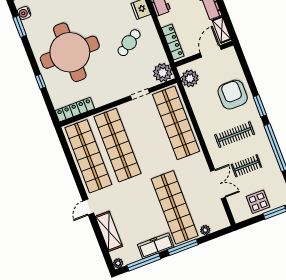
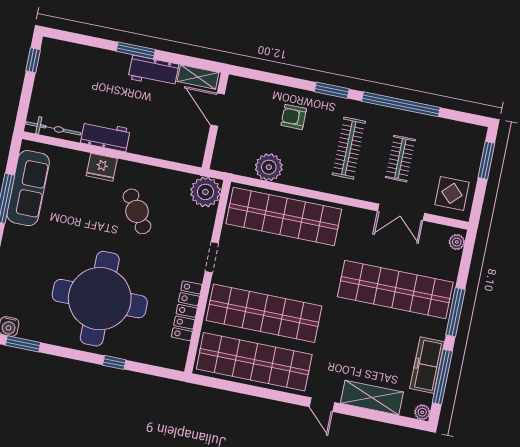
locker: (173, 42) -> (173, 152), removed
plant: (190, 78) -> (269, 167), moved
doorway: (140, 94) -> (212, 257), moved
armchair: (233, 95) -> (294, 117), width x0.53, depth x0.53
locker: (75, 110) -> (187, 311), moved
double door: (218, 184) -> (401, 212), swing flipped
display table: (258, 202) -> (452, 193), moved
plant: (205, 230) -> (457, 242), moved
freezer: (156, 246) -> (427, 365), moved

